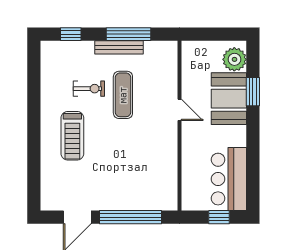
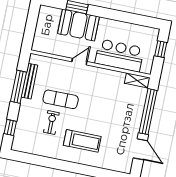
bench: (119, 47) -> (29, 81), moved
plant: (234, 59) -> (52, 15), removed
bar counter: (229, 179) -> (119, 55), moved, turned 180
shelving: (170, 194) -> (137, 80), added

